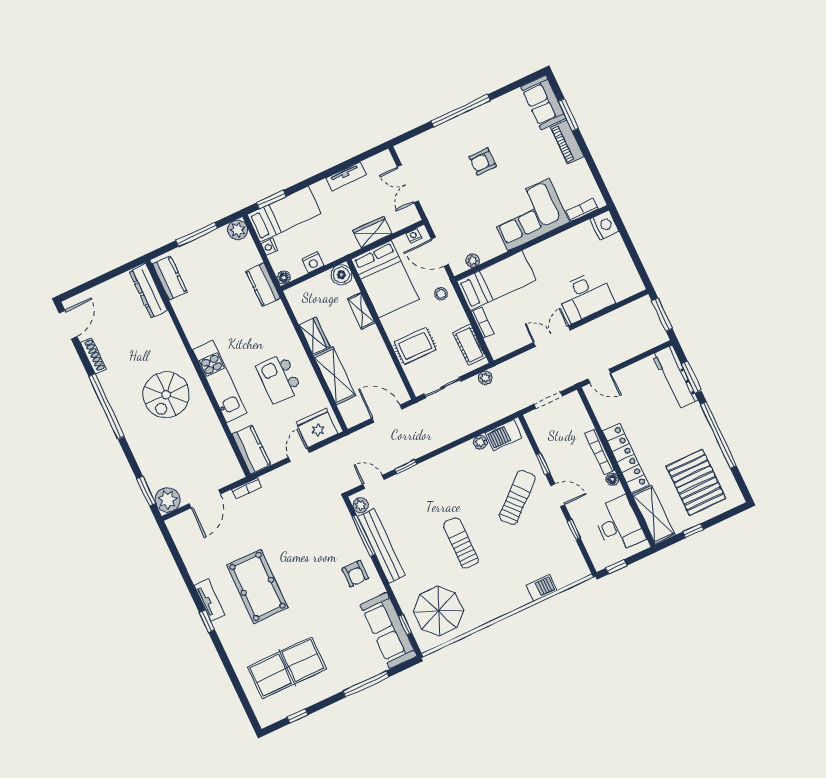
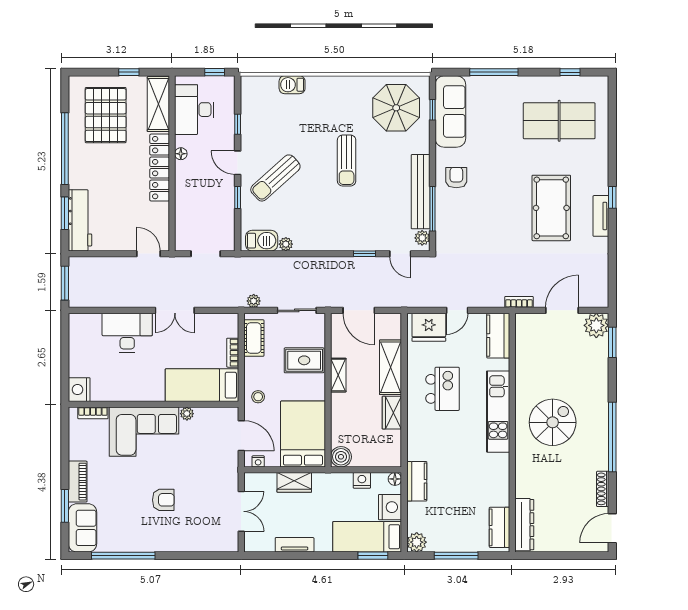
window: (461, 111) -> (123, 556), moved
nightstand: (269, 247) -> (390, 507), width x1.89, depth x1.79
plant: (473, 261) -> (187, 414), moved
shelving: (361, 311) -> (338, 375), moved
bookcase: (600, 452) -> (181, 184), removed

